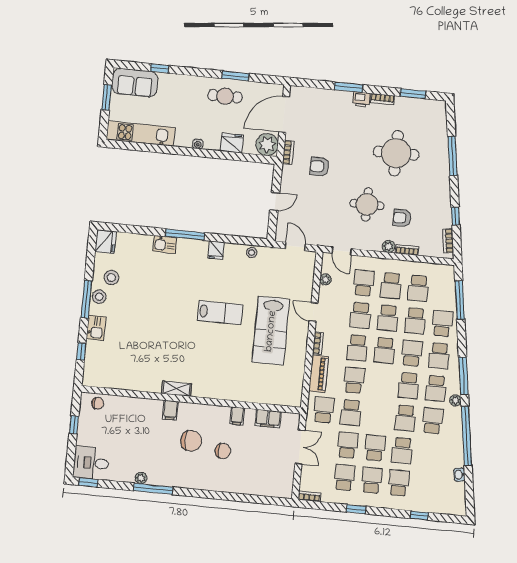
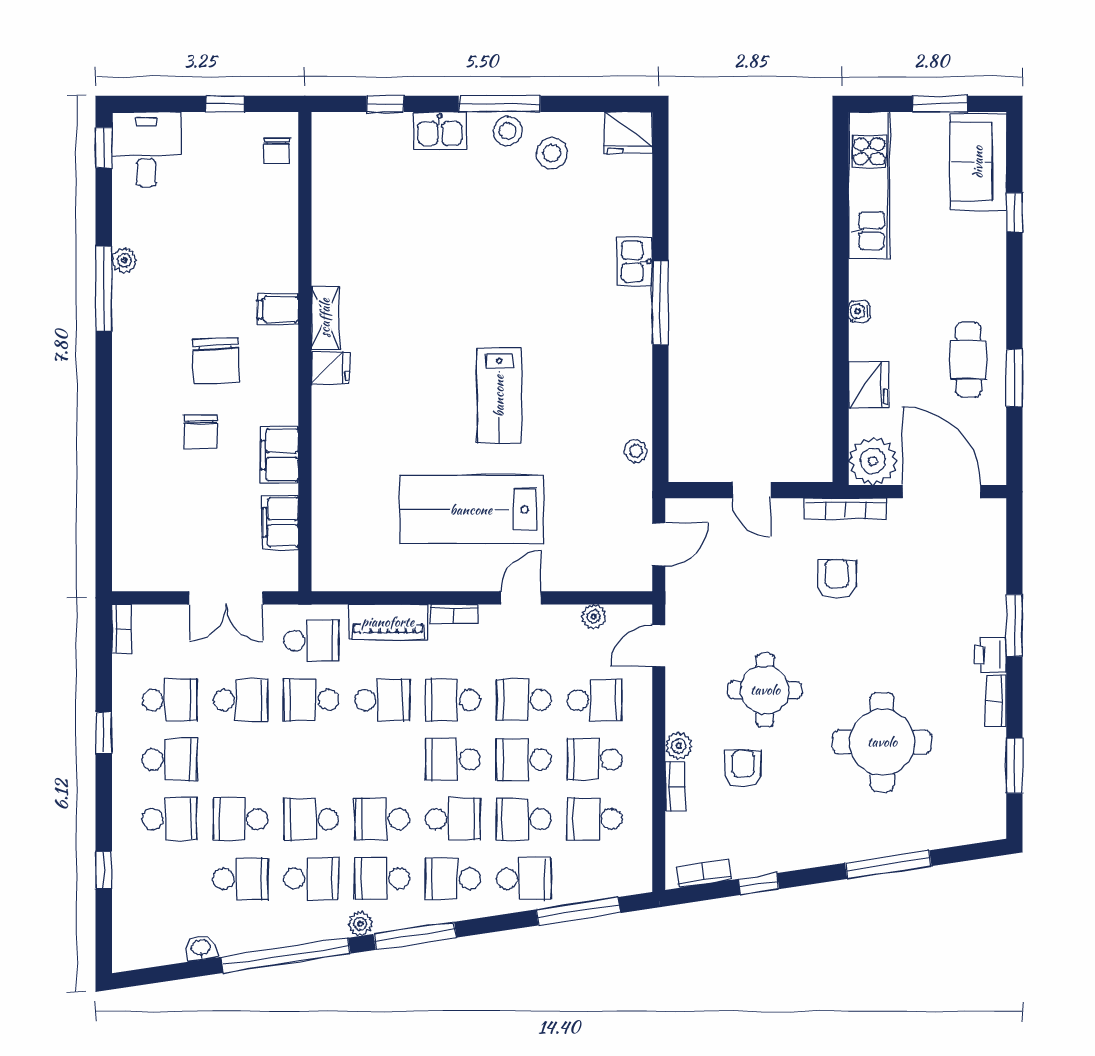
bookcase: (288, 152) -> (846, 509), width x1.56
fridge: (216, 250) -> (330, 368), moved, turned 180
filing cabinet: (237, 416) -> (280, 455), width x2.00
school desk: (375, 448) -> (240, 879), moved

